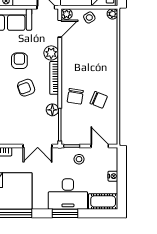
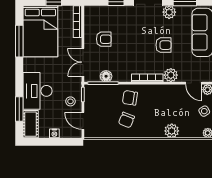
plant: (110, 52) -> (172, 131), added
armchair: (26, 88) -> (104, 39), moved, turned 110
floor lamp: (52, 110) -> (106, 76), moved
door: (100, 146) -> (83, 121), swing flipped
window: (65, 213) -> (19, 109), moved

